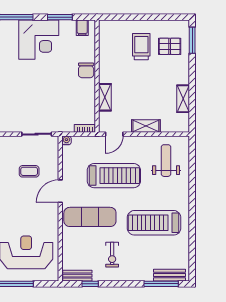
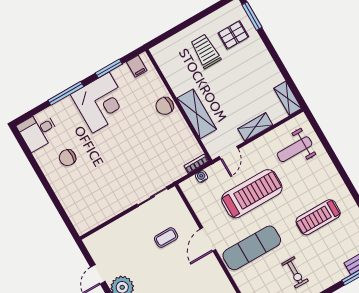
chair: (86, 70) -> (165, 106), turned 90
shelving: (105, 97) -> (197, 114), width x1.50, depth x1.33
shelving: (183, 99) -> (288, 98), moved
water cooler: (66, 140) -> (202, 177), moved
weight bench: (166, 161) -> (295, 149), turned -90
treadmill: (154, 223) -> (318, 217), width x0.73, depth x0.73

